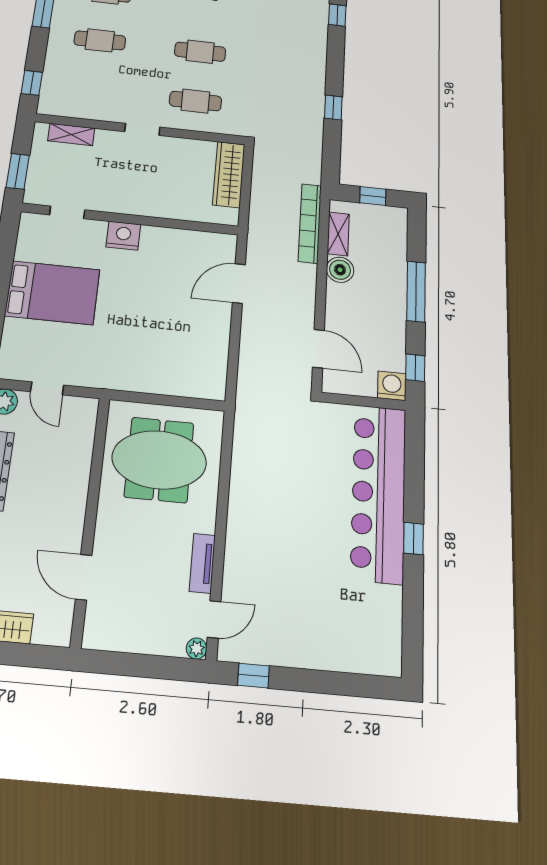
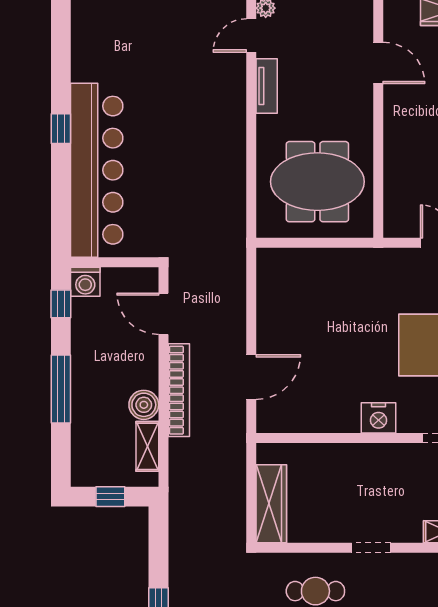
bookcase: (310, 223) -> (179, 390), moved

